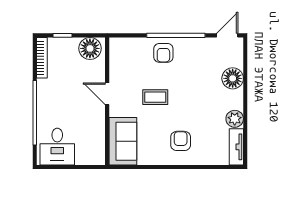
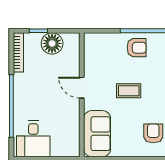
floor lamp: (90, 48) -> (52, 43), moved
armchair: (163, 53) -> (137, 48), turned -90

